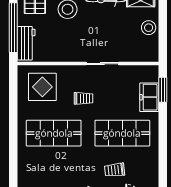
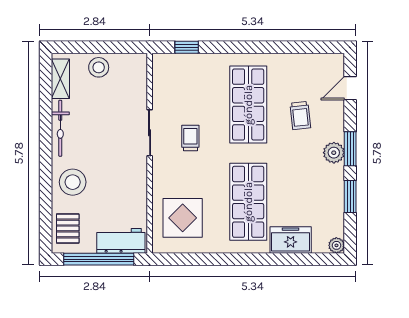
window: (163, 90) -> (187, 47), width x0.67
freezer: (149, 97) -> (291, 240), moved, turned 180
trolley: (83, 98) -> (190, 138), moved

